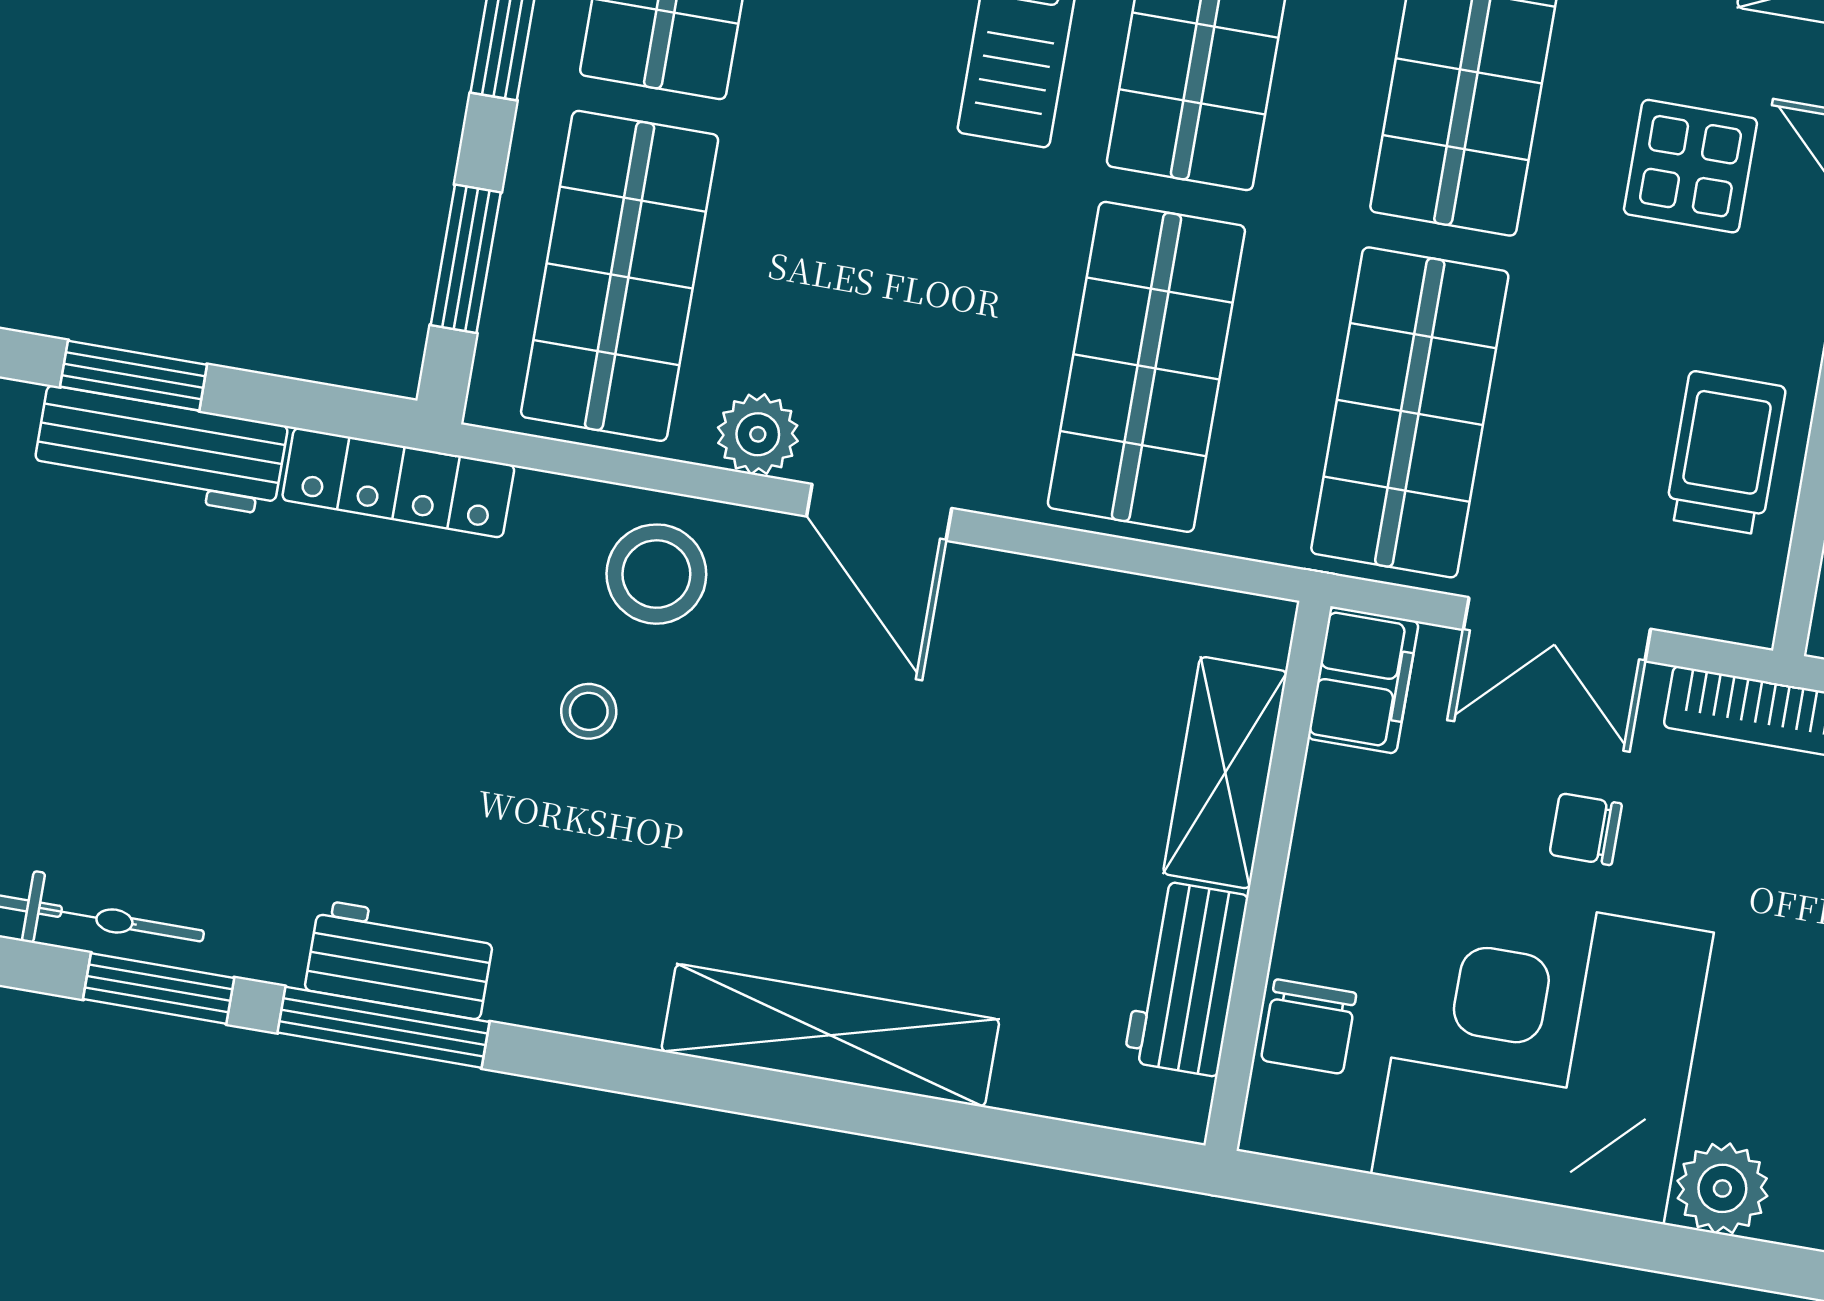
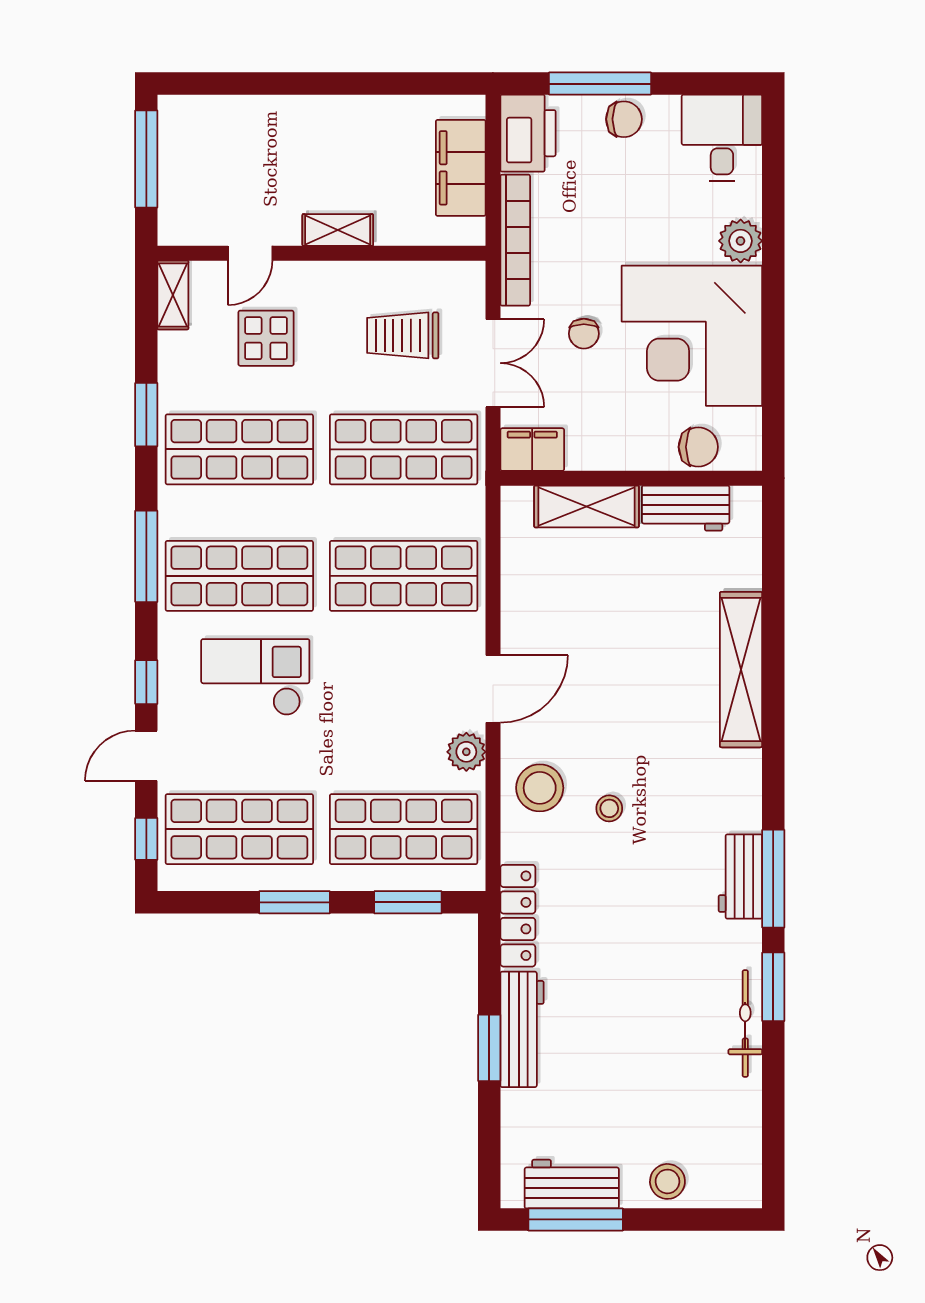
trolley: (1725, 453) -> (403, 335), moved

